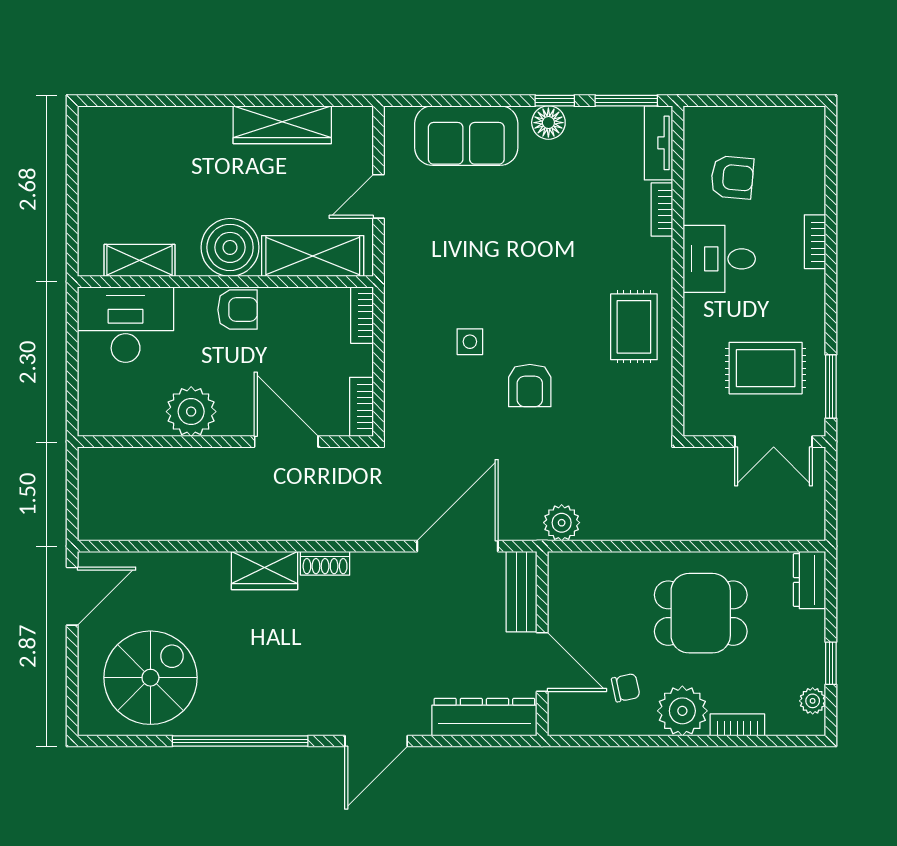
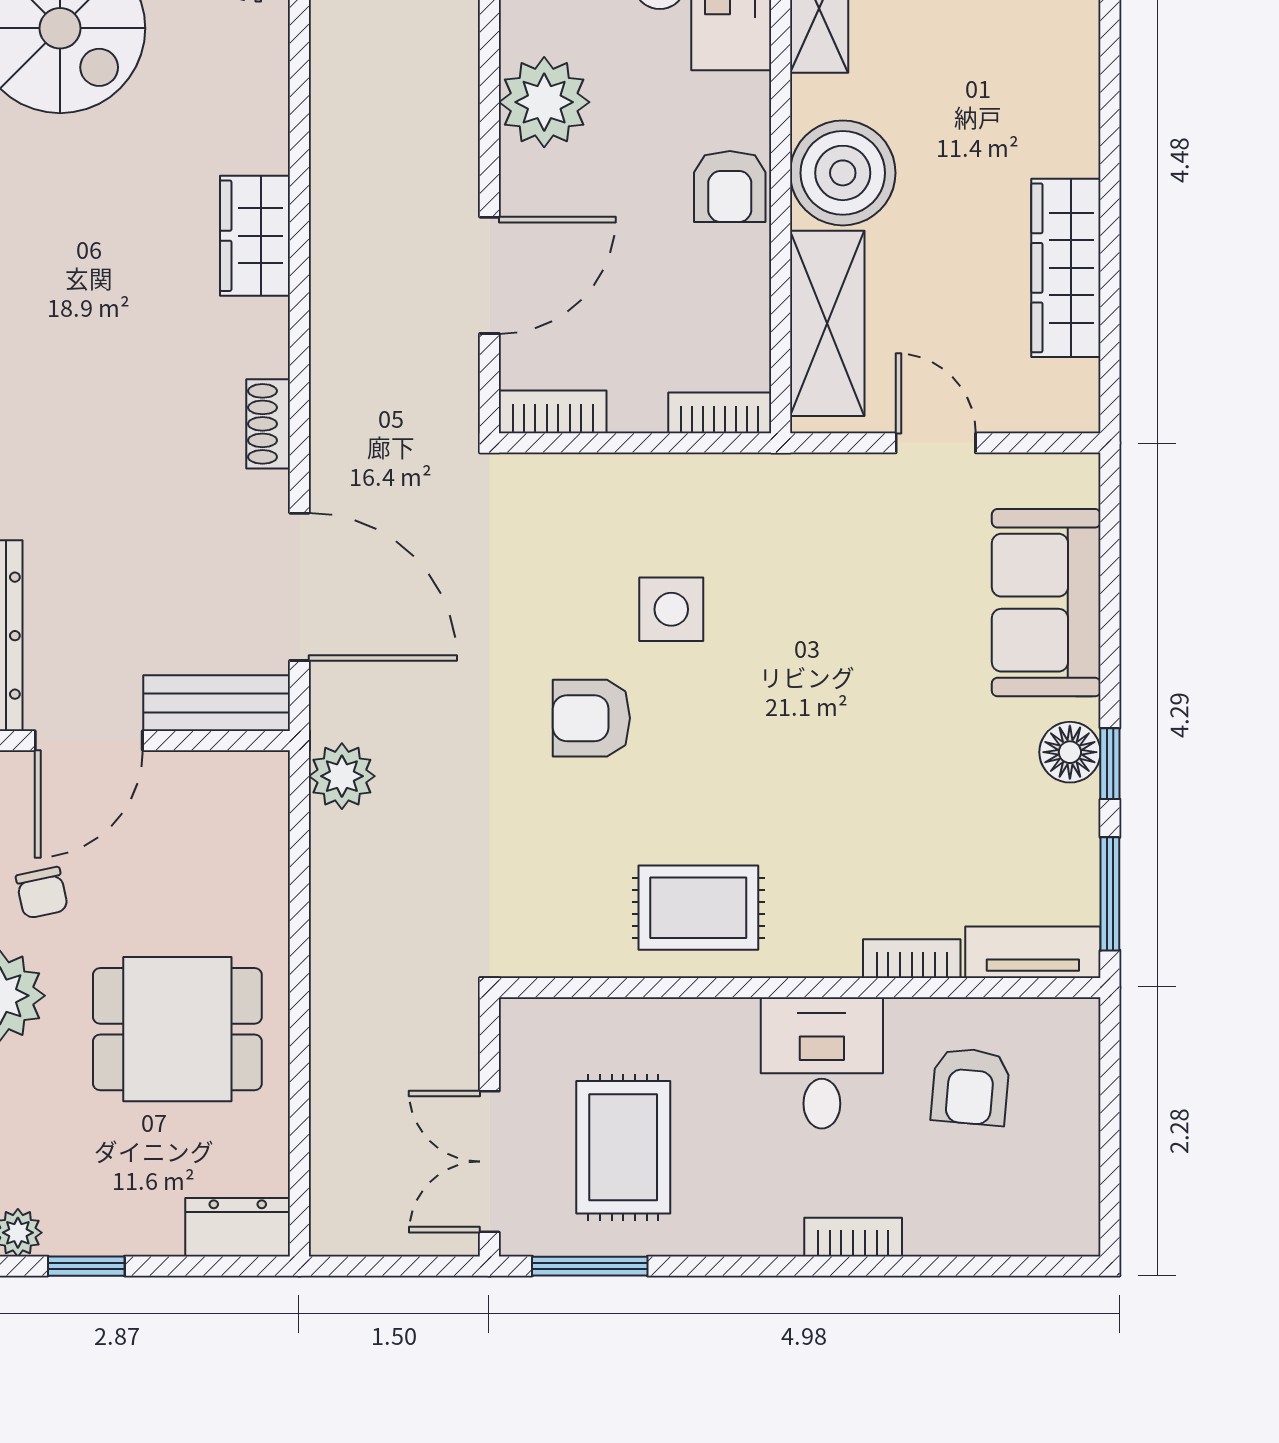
side table: (470, 342) -> (671, 609), width x1.37, depth x1.37
shoe rack: (325, 563) -> (268, 424), moved
dining table: (701, 613) -> (177, 1029), turned 90

